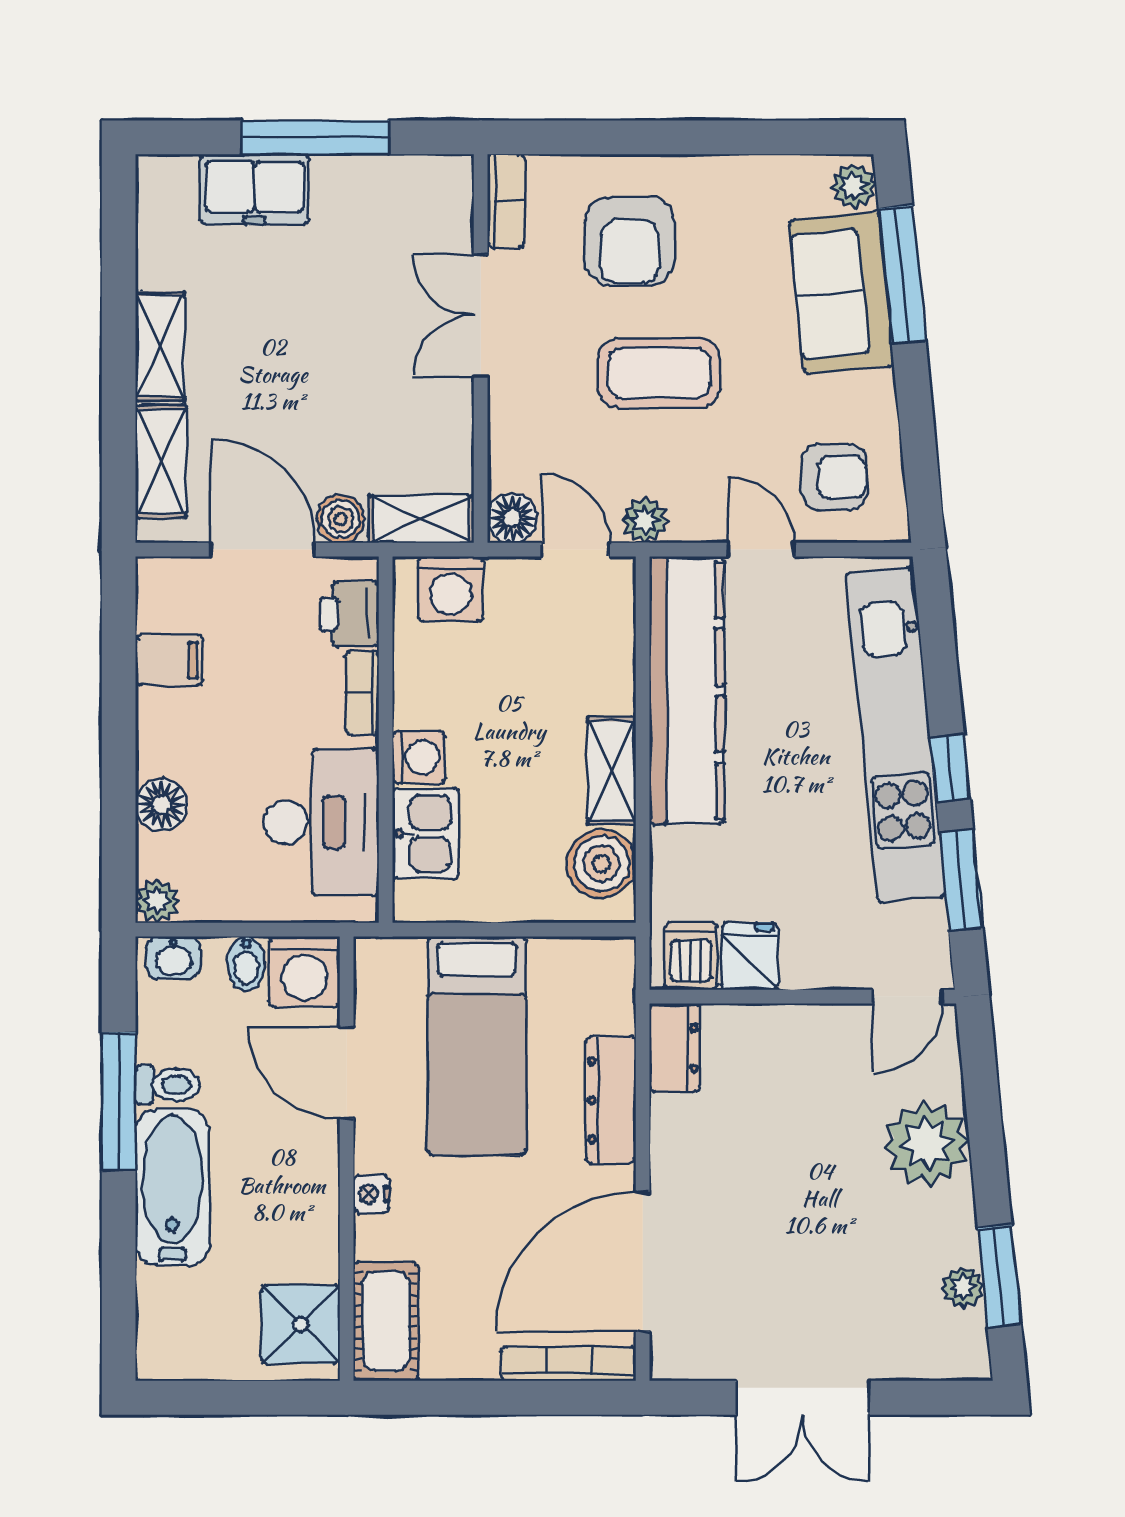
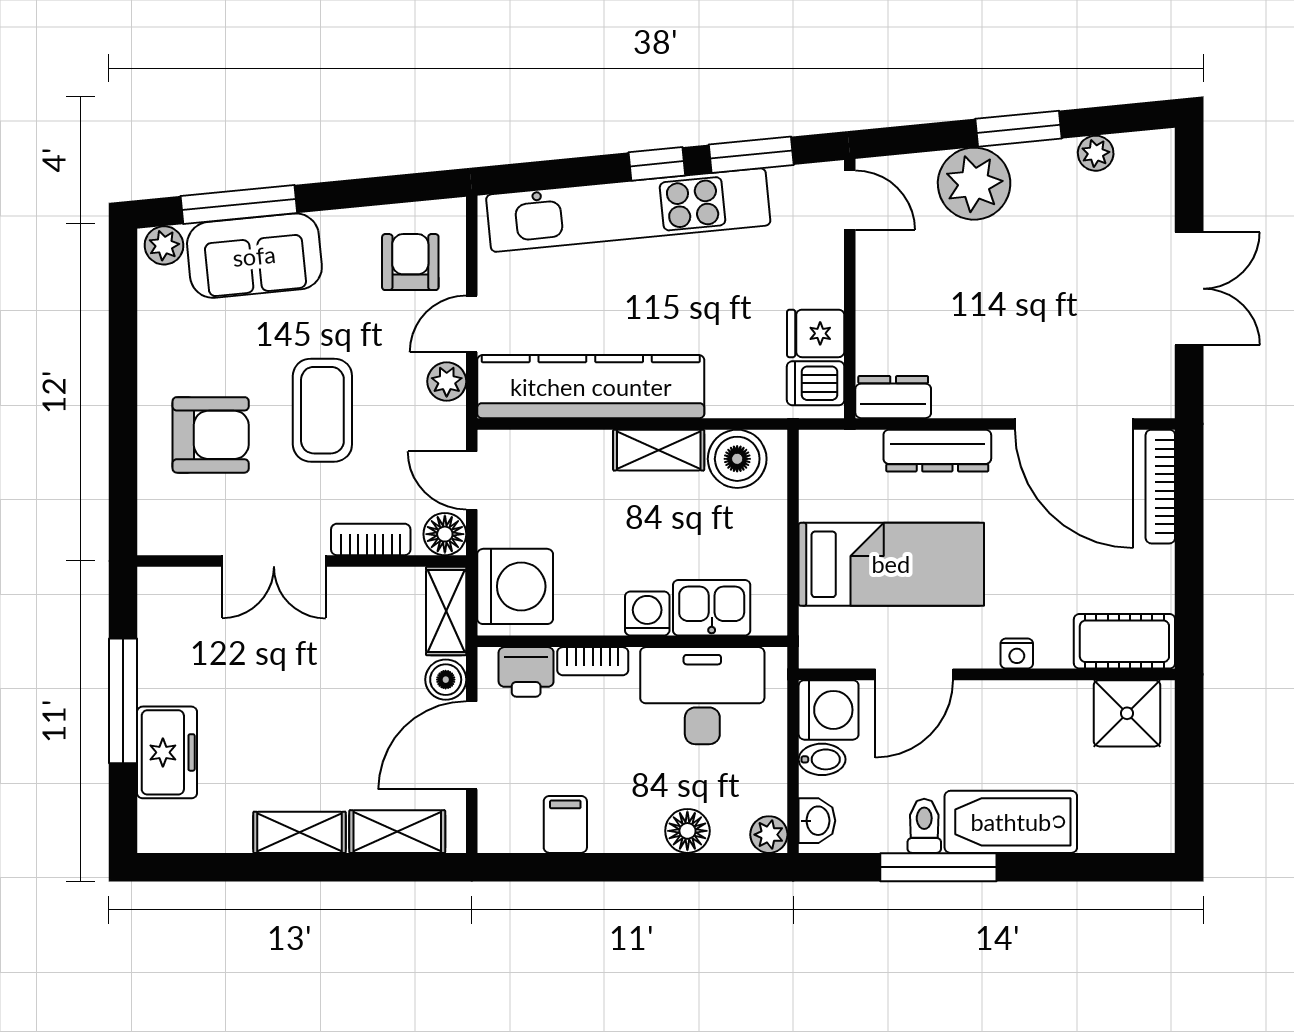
bookcase: (506, 201) -> (371, 539), moved
plant: (645, 520) -> (447, 381), moved
door: (576, 550) -> (472, 480), hinge flipped
washing machine: (451, 589) -> (515, 586), width x1.37, depth x1.37
window: (999, 1276) -> (1019, 129), moved

